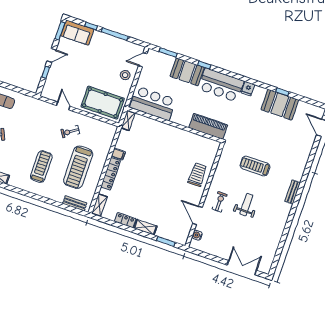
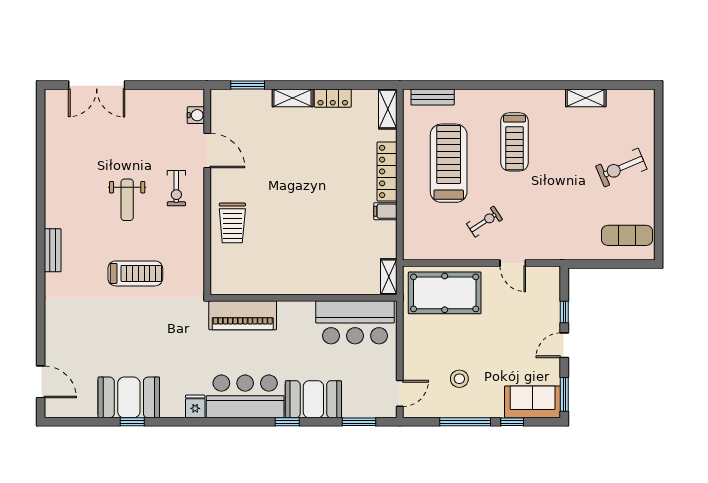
stool: (125, 75) -> (459, 379), moved

